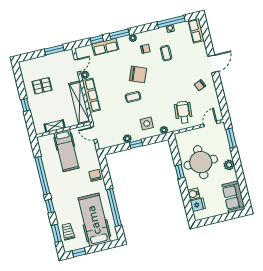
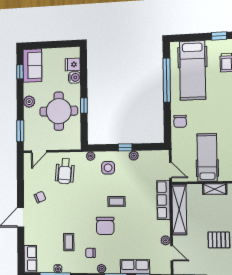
door: (77, 66) -> (172, 253), swing flipped
chair: (138, 74) -> (105, 226), turned -112
row of seats: (91, 95) -> (163, 200), moved
window: (244, 189) -> (20, 72), added

